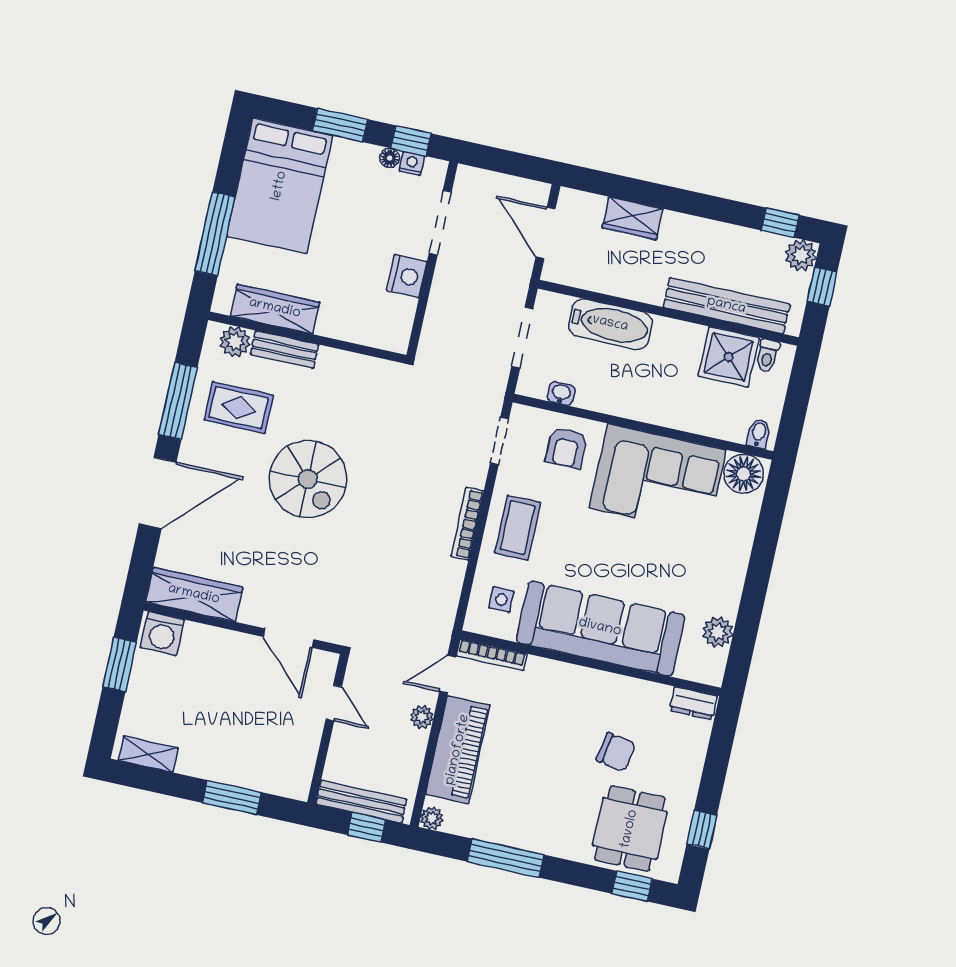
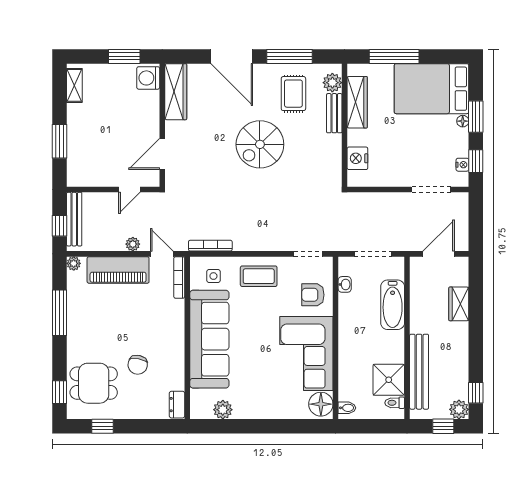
floor lamp: (390, 158) -> (463, 121), moved
nightstand: (407, 276) -> (357, 158), moved, turned 90
bookcase: (467, 524) -> (210, 246), moved

